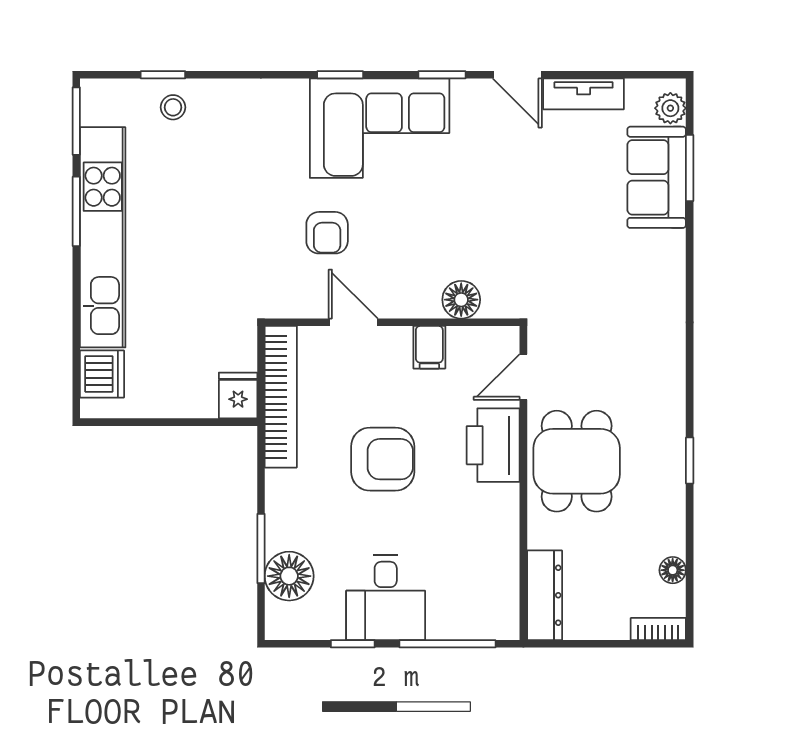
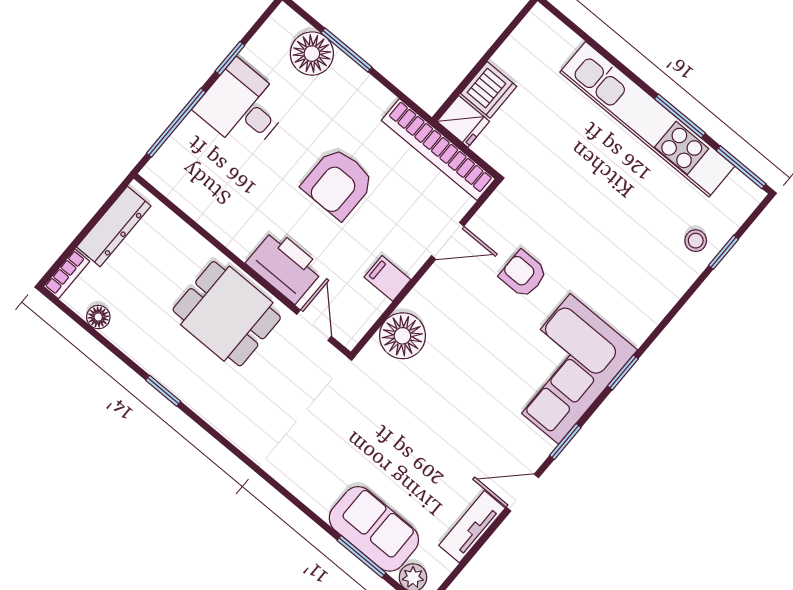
floor lamp: (461, 300) -> (402, 336), width x1.38, depth x1.38
dishwasher: (102, 374) -> (489, 90), moved, turned -90
dresser: (545, 595) -> (114, 226), moved, turned -90

